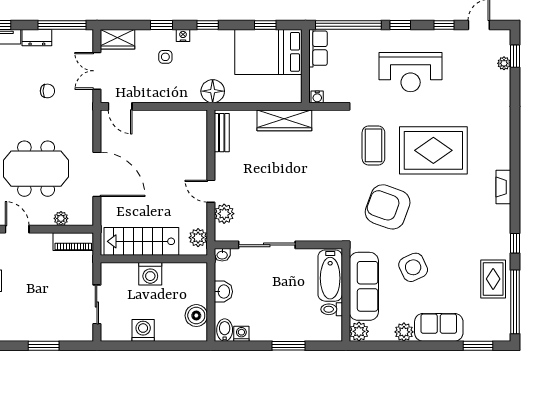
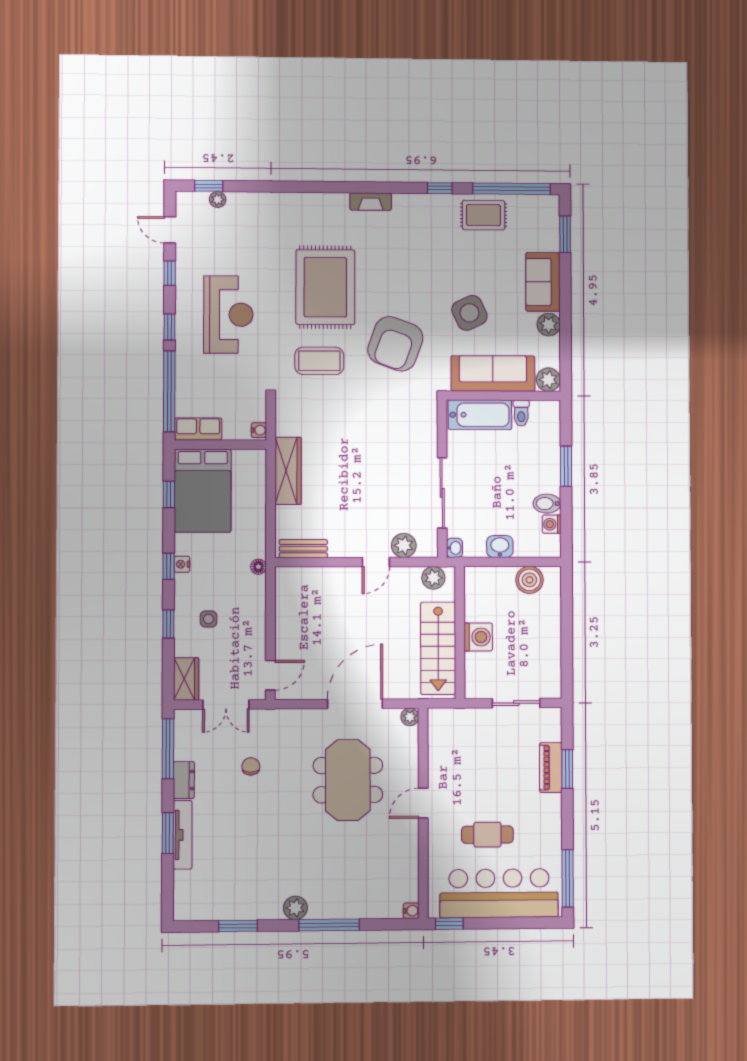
nightstand: (183, 35) -> (182, 564), moved
floor lamp: (213, 91) -> (258, 567), width x0.53, depth x0.53
plant: (61, 218) -> (410, 717), moved
piano: (73, 242) -> (551, 768), moved, turned 180
washing machine: (143, 330) -> (548, 646), removed
bidet: (225, 330) -> (547, 504), moved

